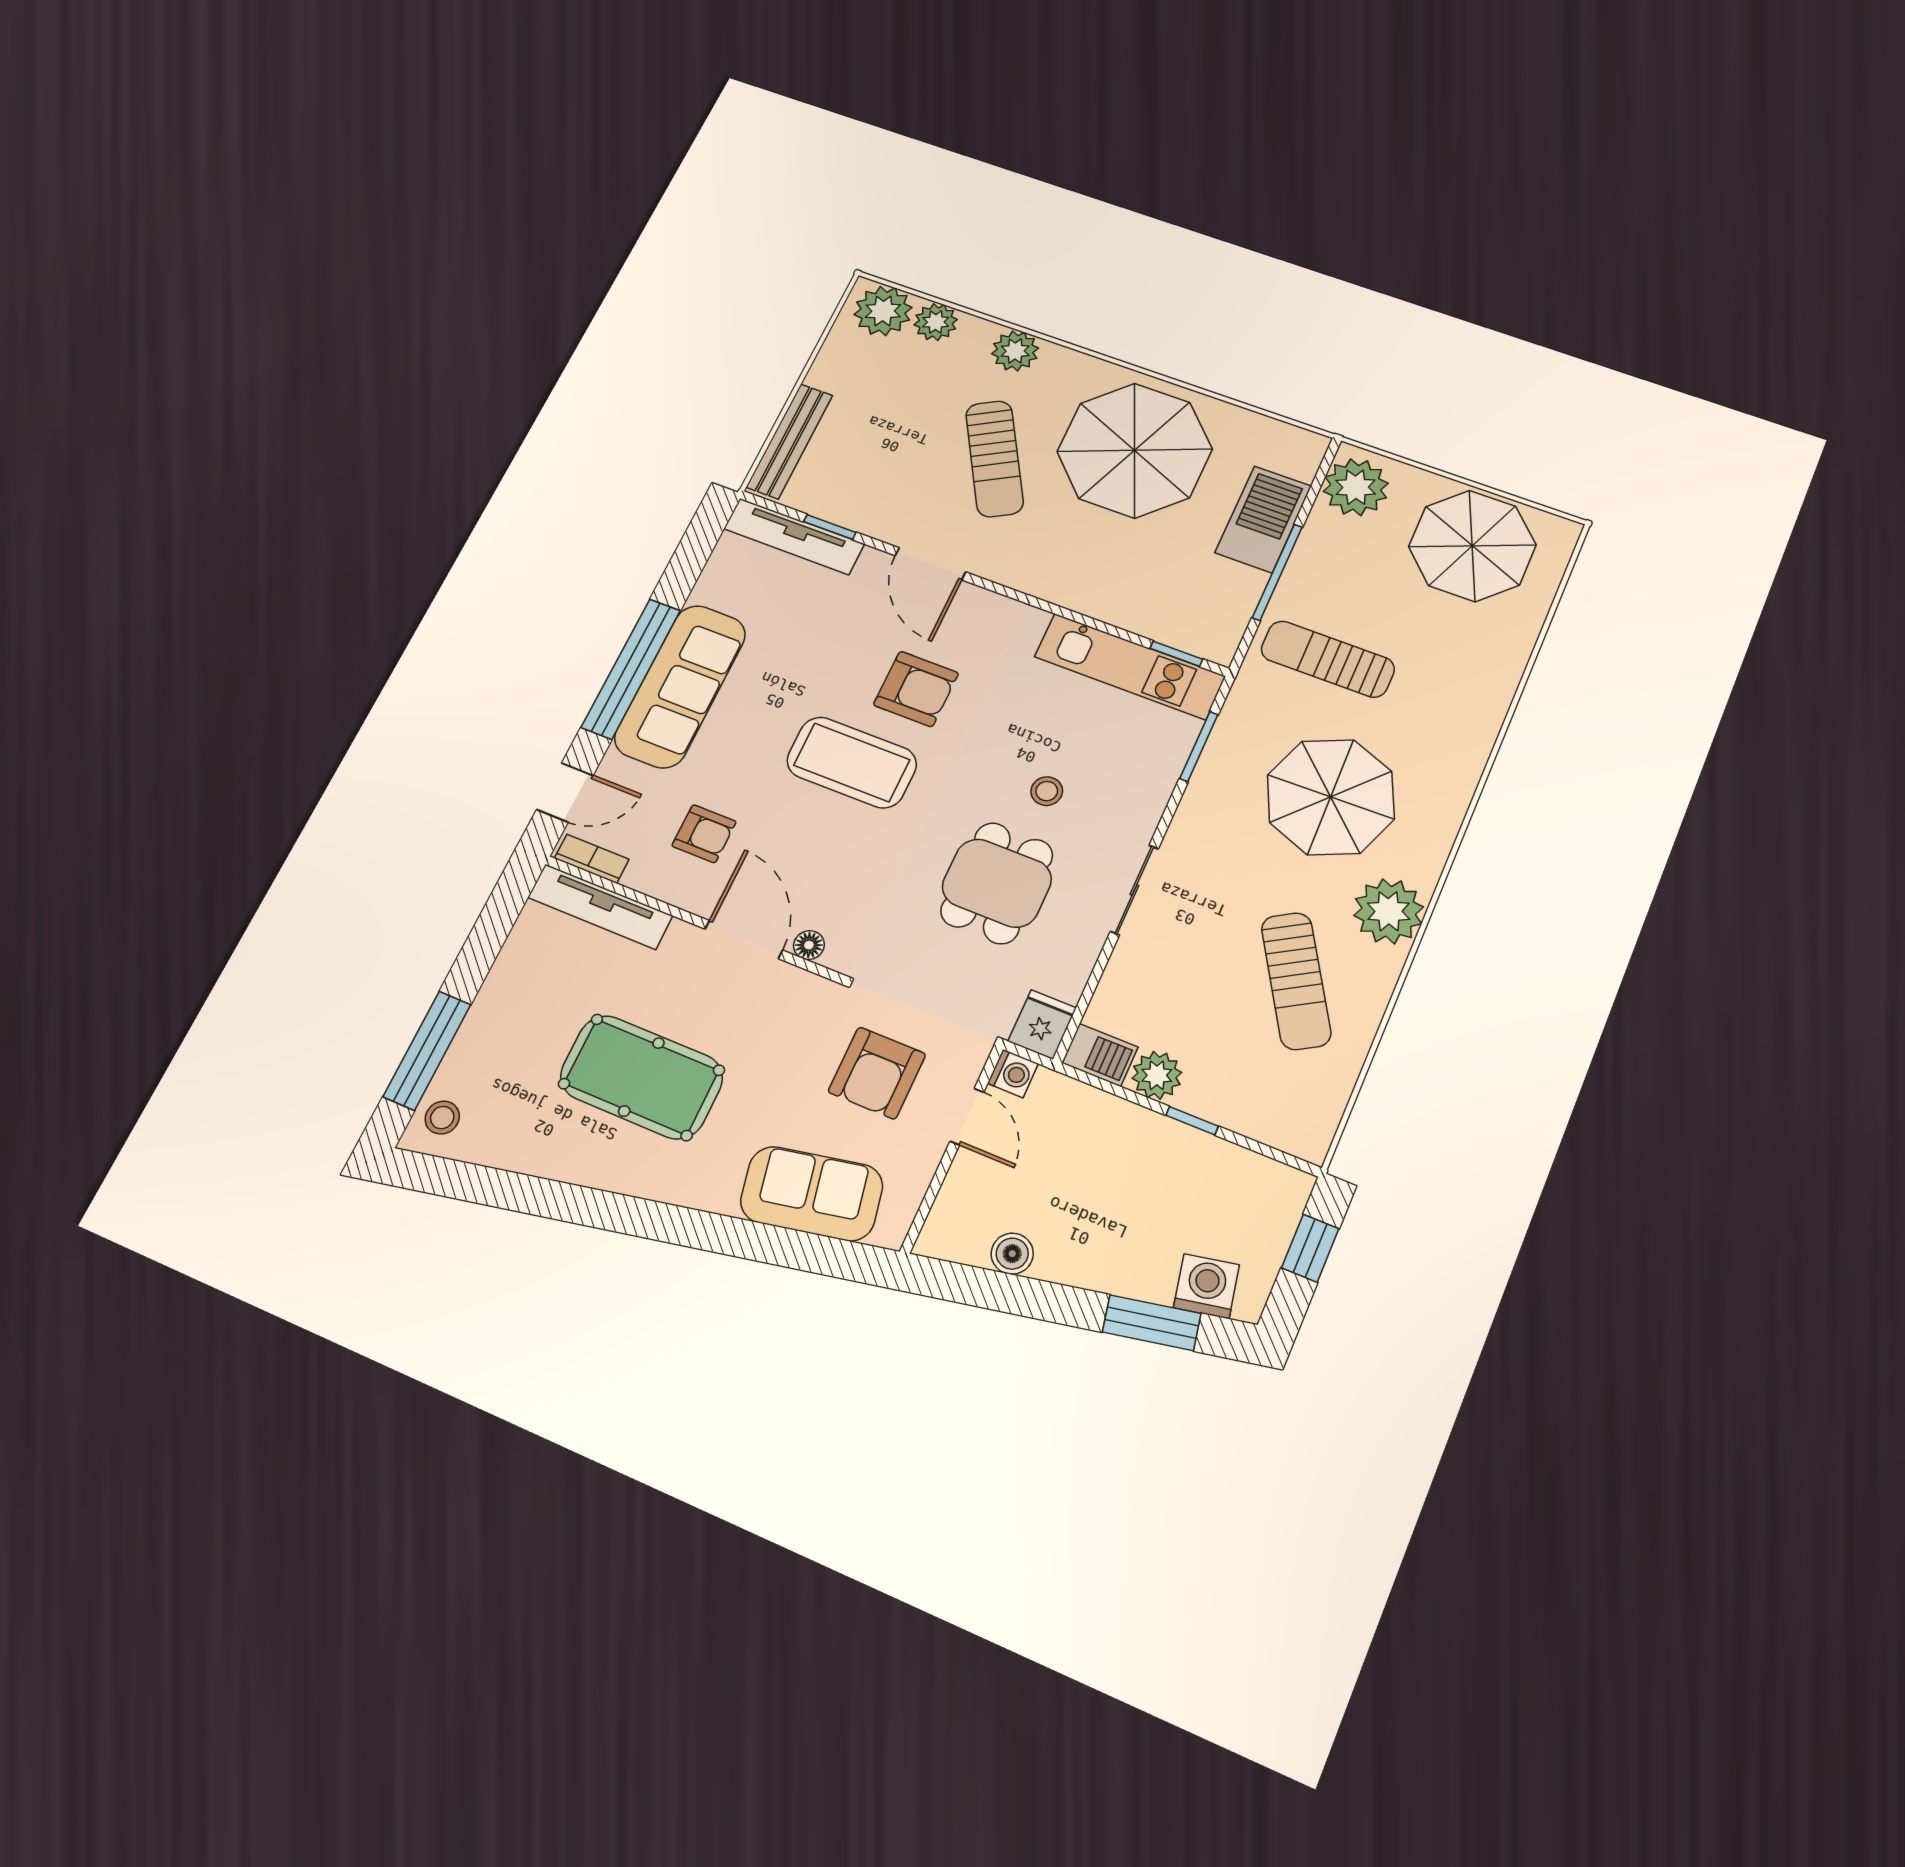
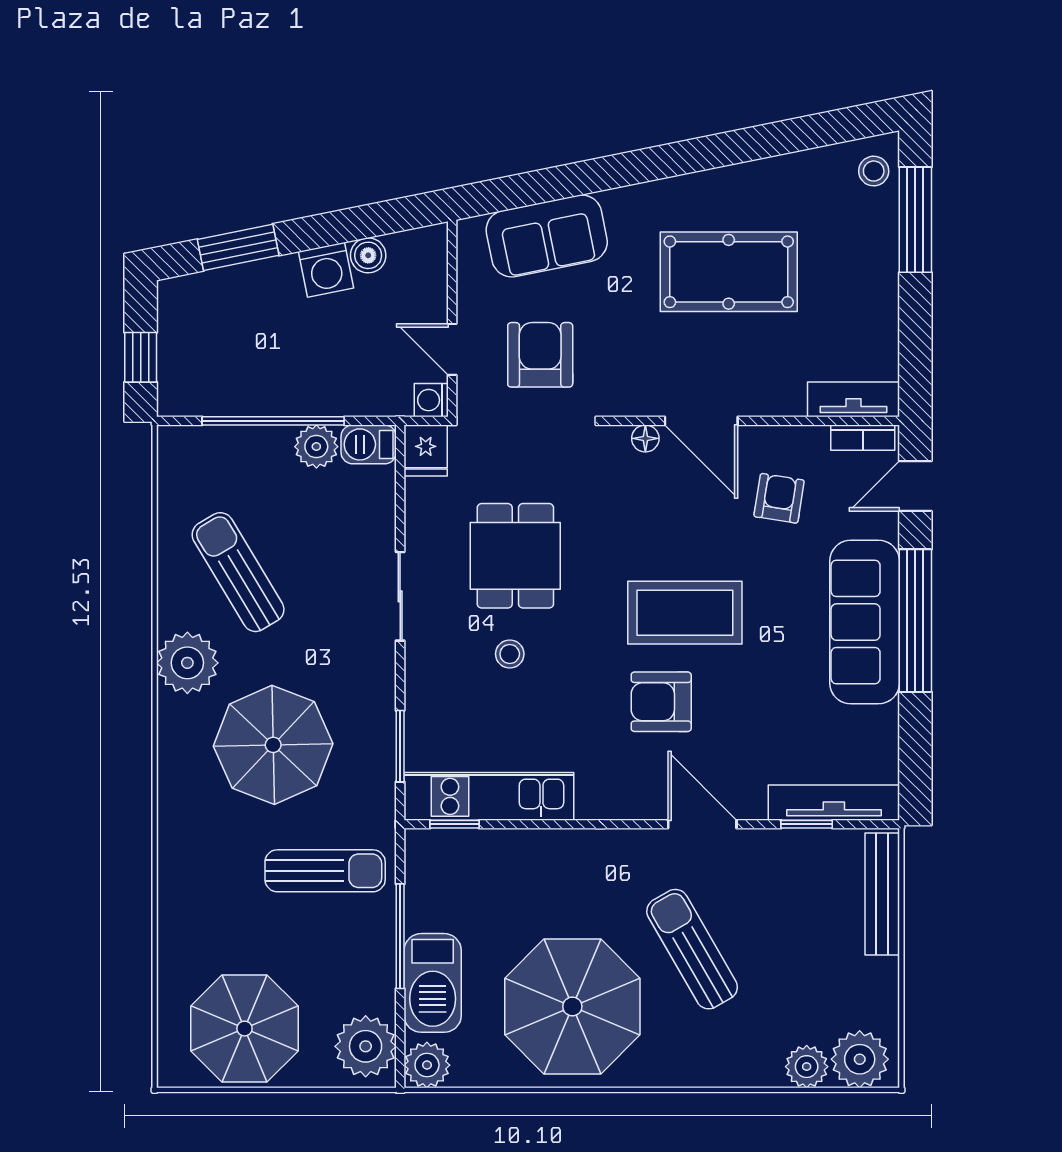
plant: (1015, 351) -> (427, 1065), moved
armchair: (704, 834) -> (779, 498), turned 99
tv unit: (600, 907) -> (853, 399), width x0.71
window: (1192, 1121) -> (273, 421), width x3.17
washing machine: (1206, 1286) -> (326, 270), moved

